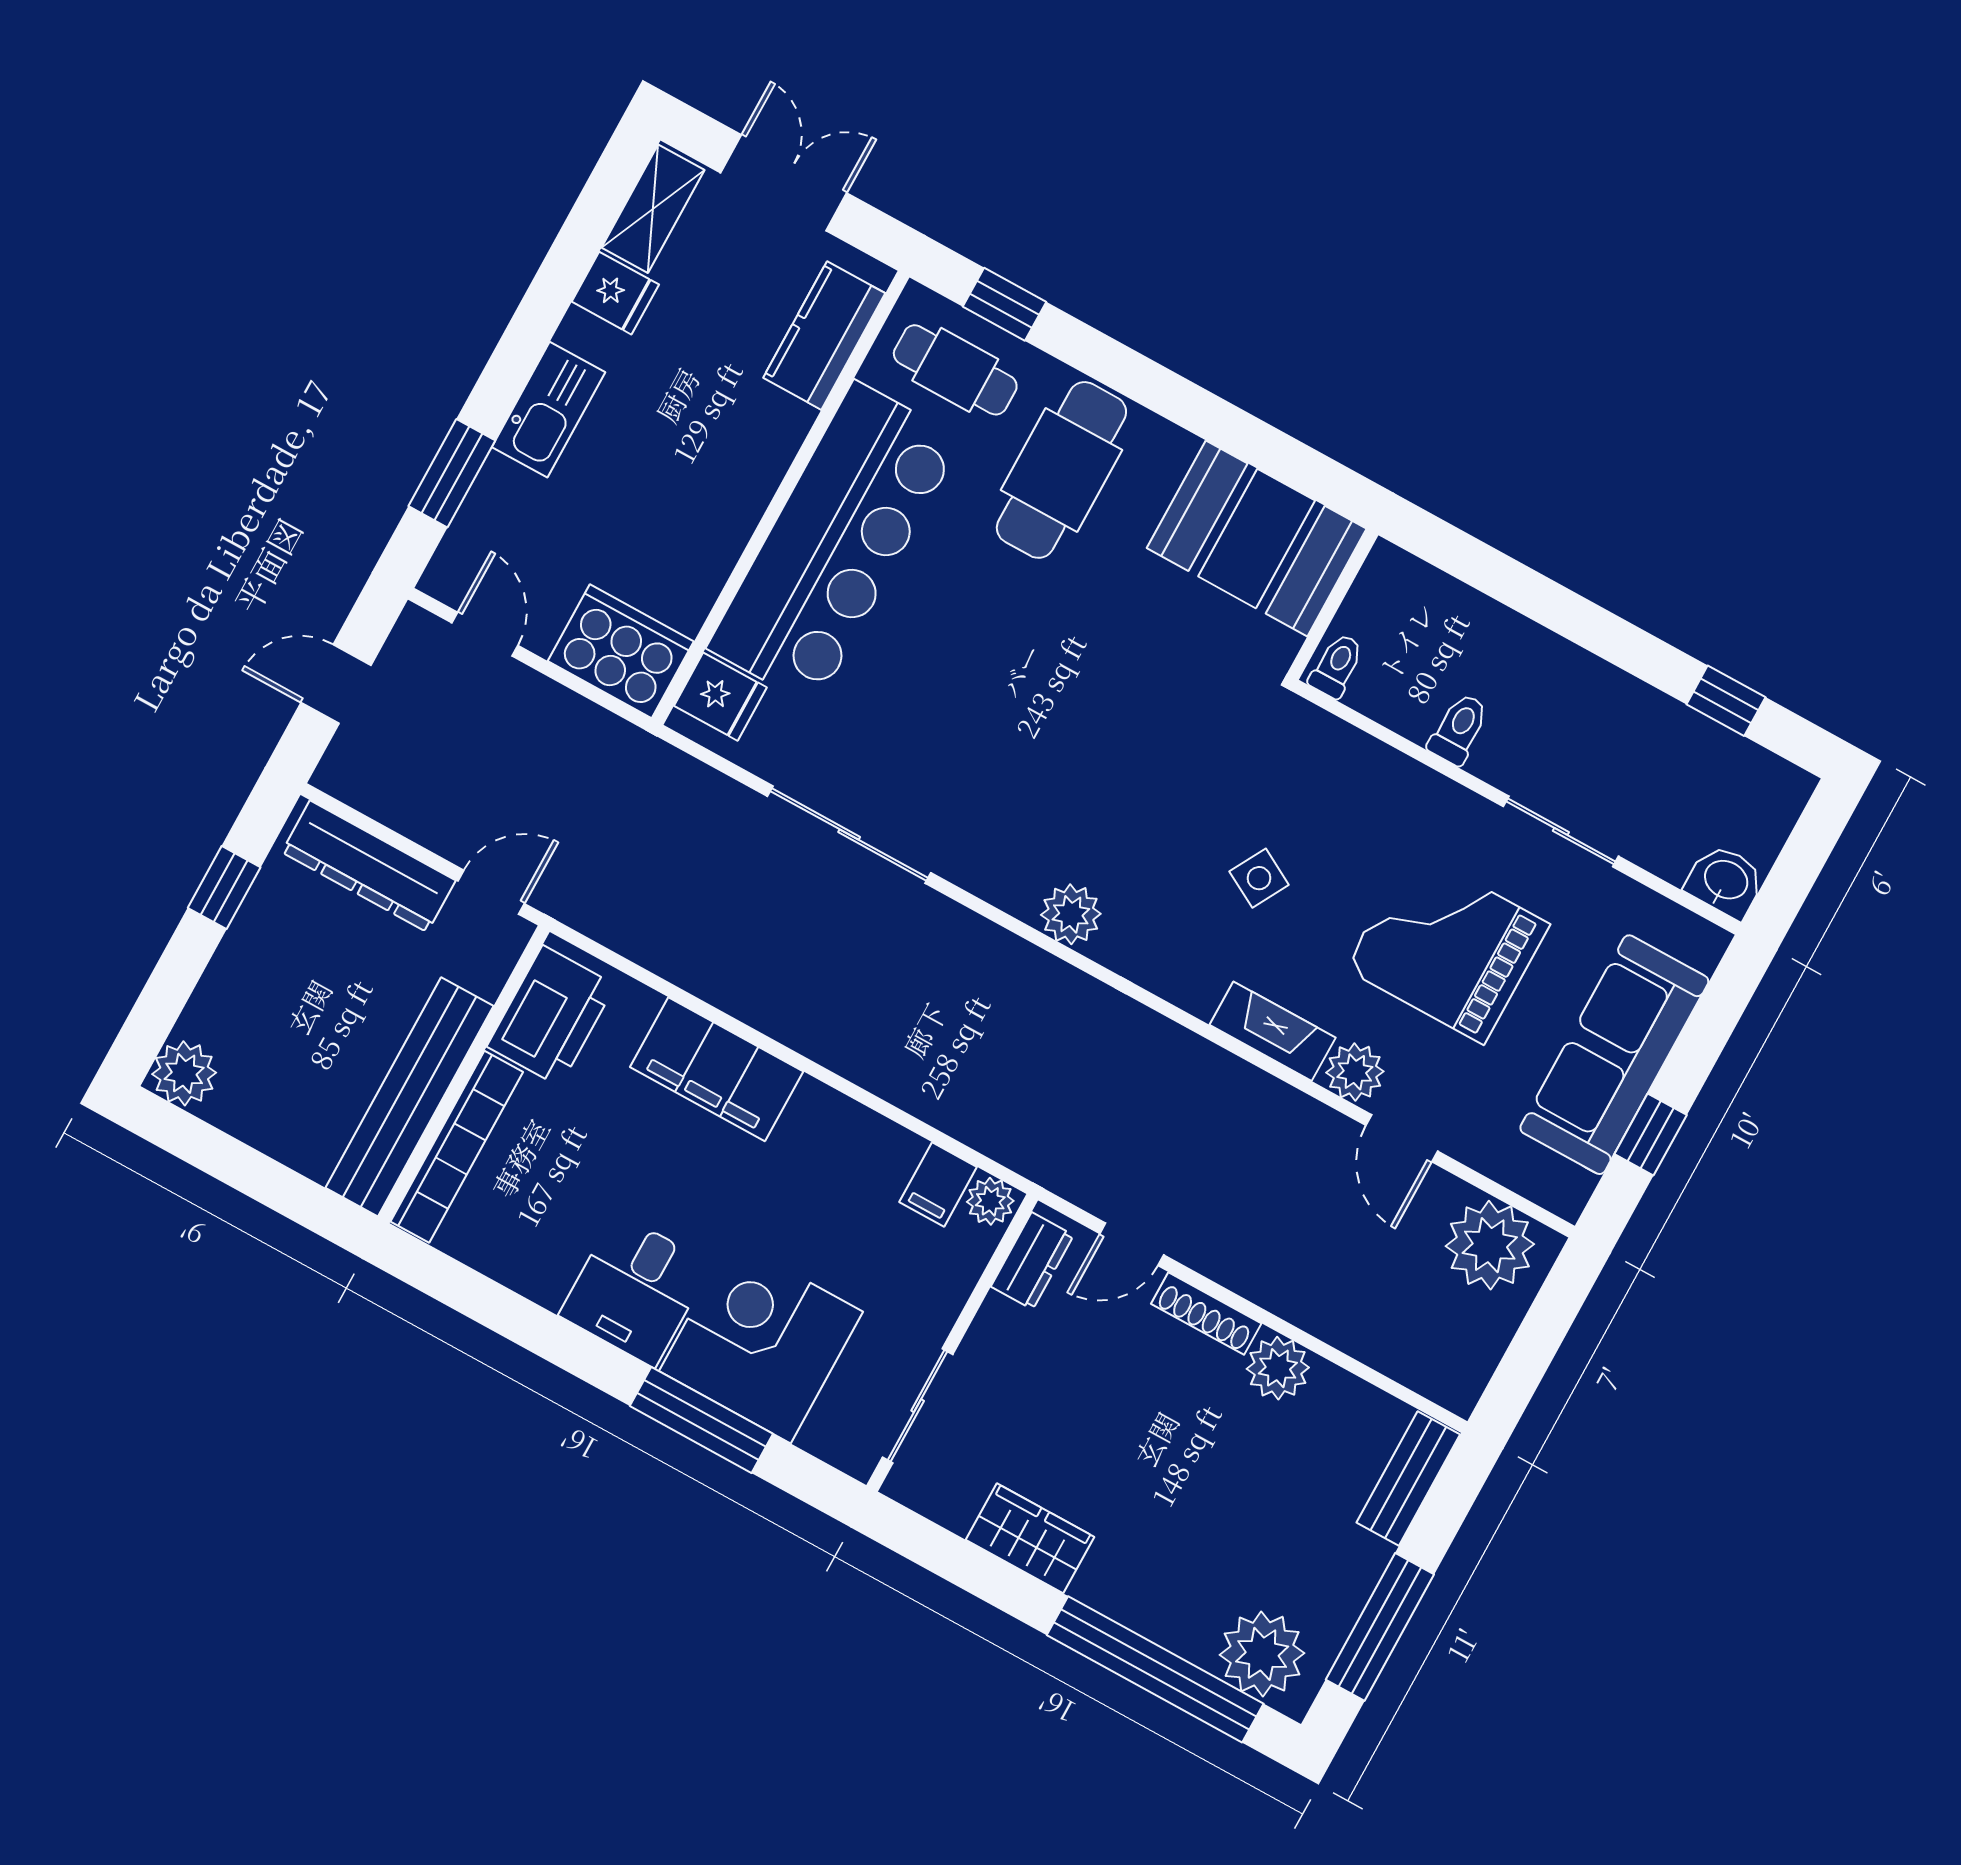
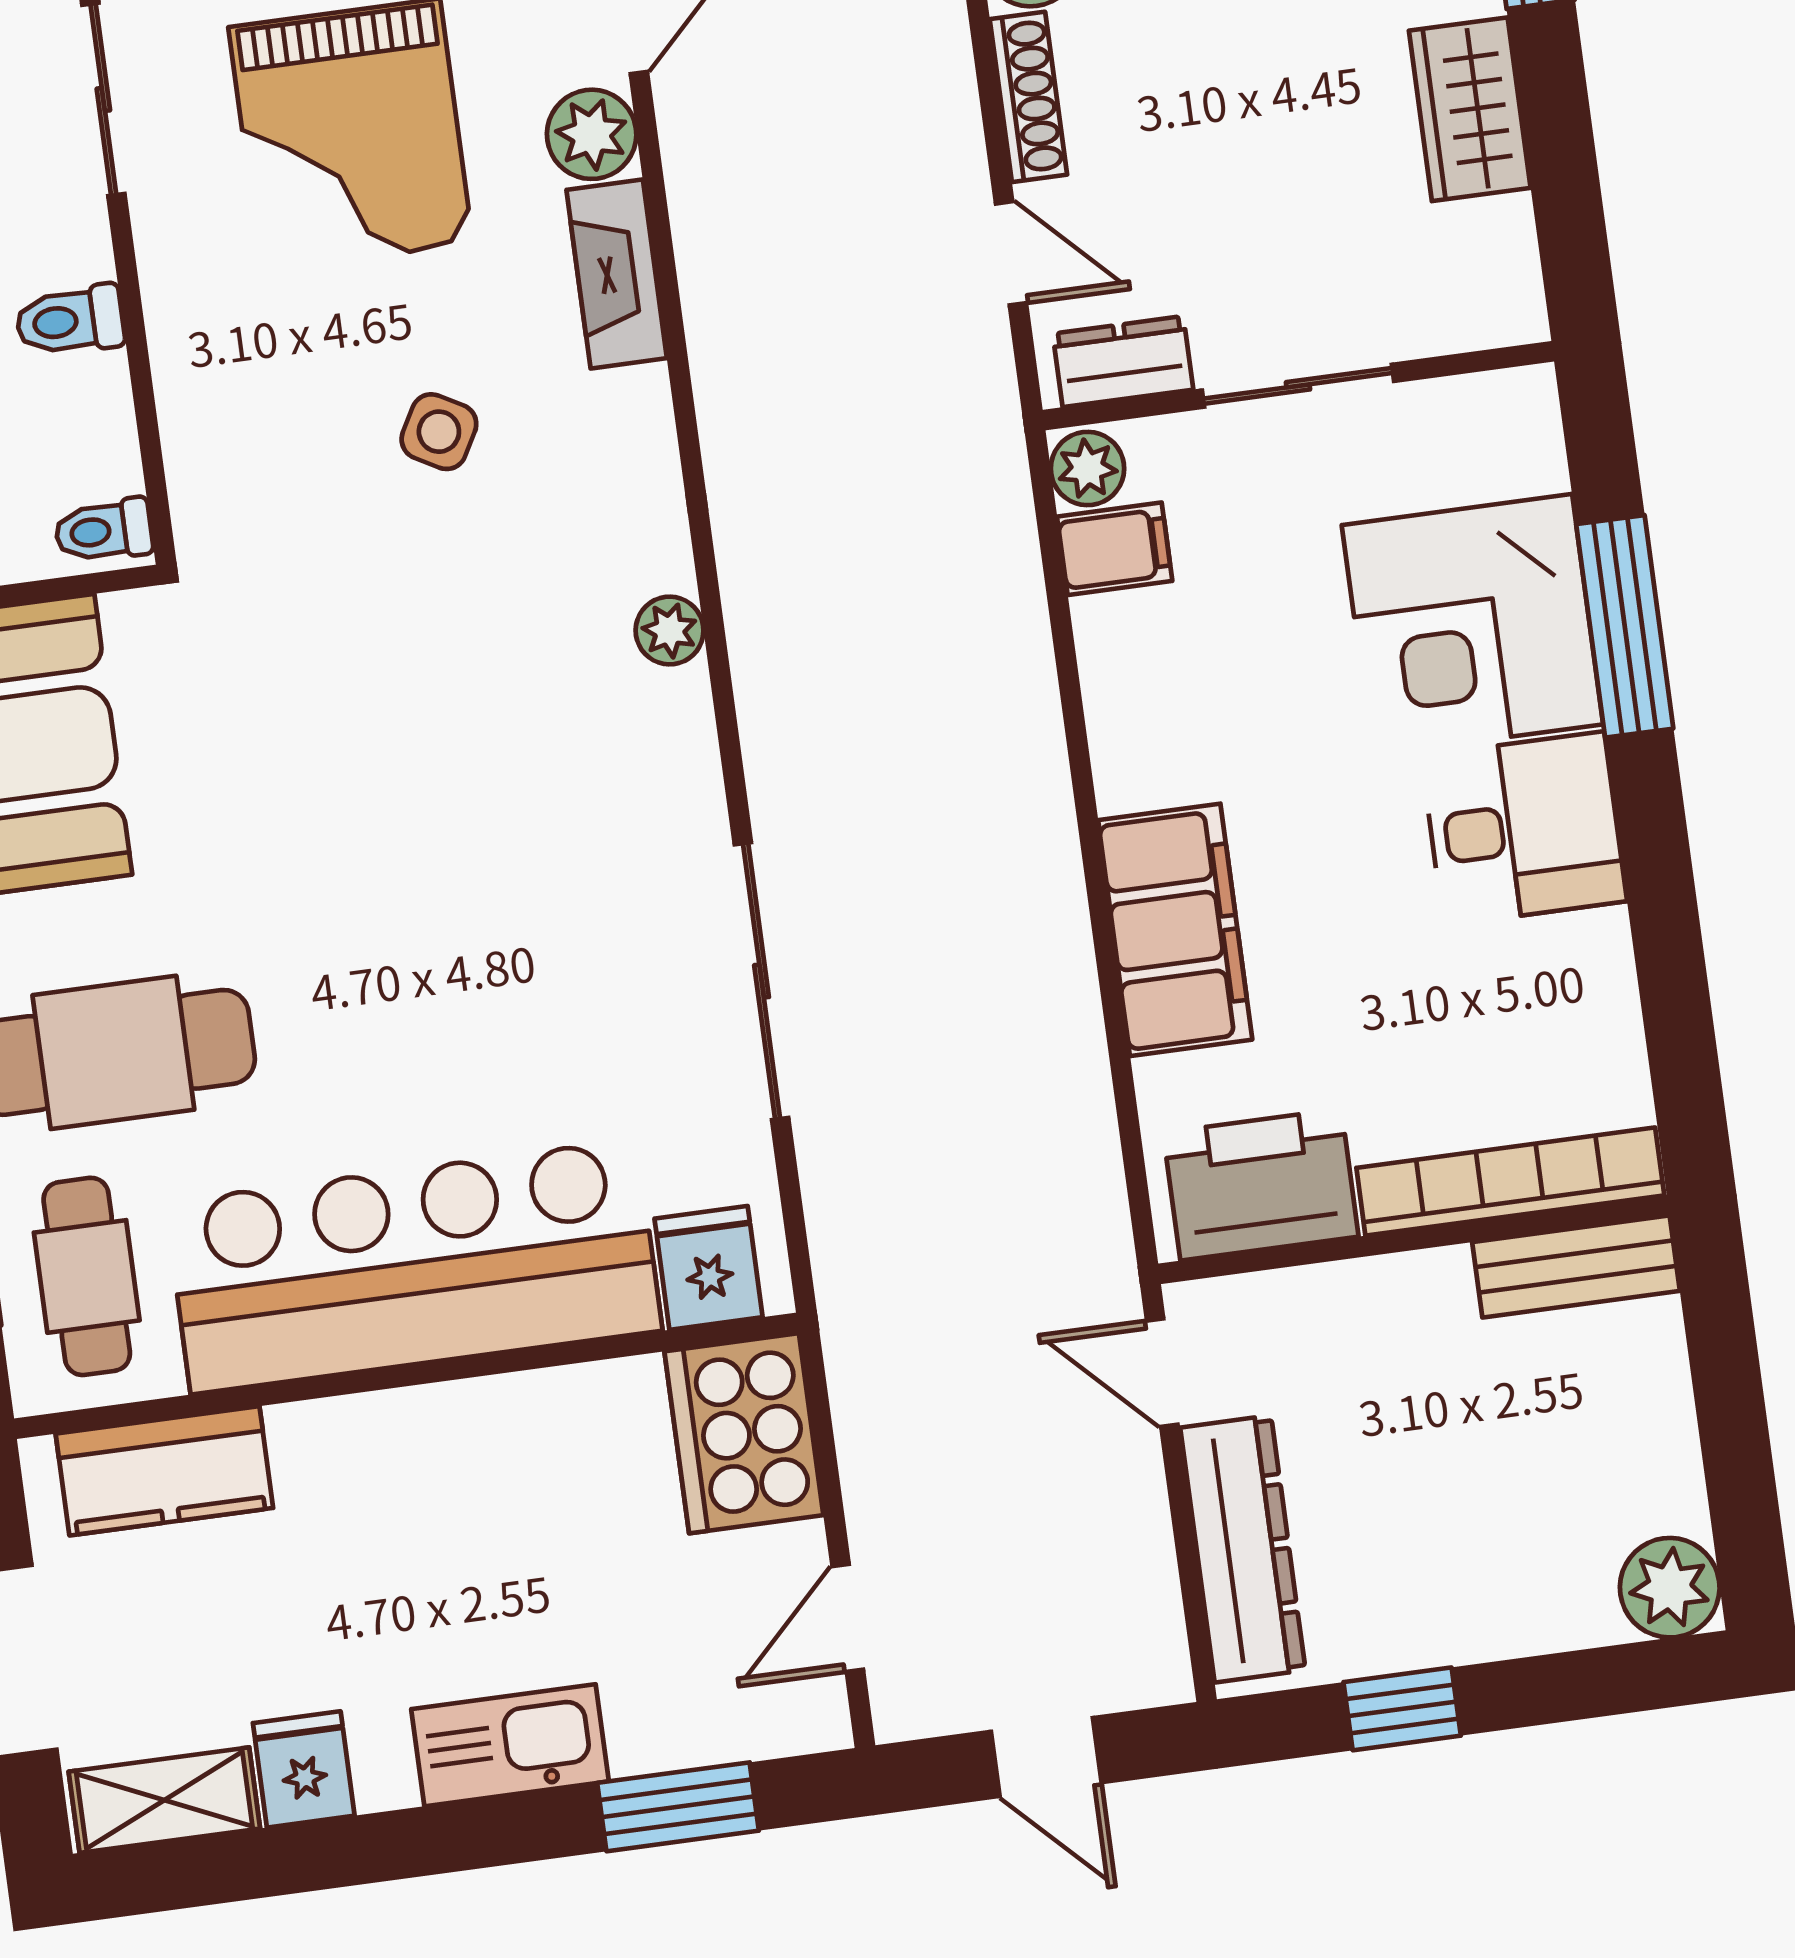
plant: (1071, 914) -> (670, 631), width x0.73, depth x0.73
bench: (410, 1097) -> (1576, 1266), width x0.54, depth x0.82
sliding door: (918, 1406) -> (1298, 386), moved

